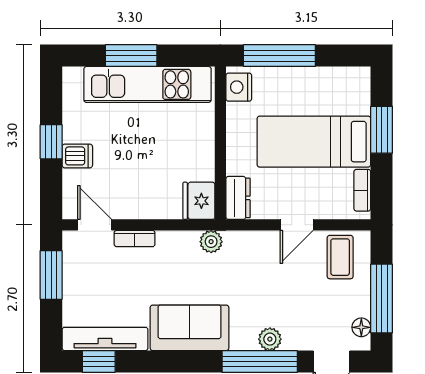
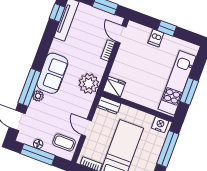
window: (131, 56) -> (189, 91), moved
door: (95, 225) -> (121, 34), swing flipped
plant: (211, 242) -> (89, 84), width x1.88, depth x1.88
floor lamp: (361, 327) -> (38, 144), moved
sofa: (189, 328) -> (52, 73), moved

